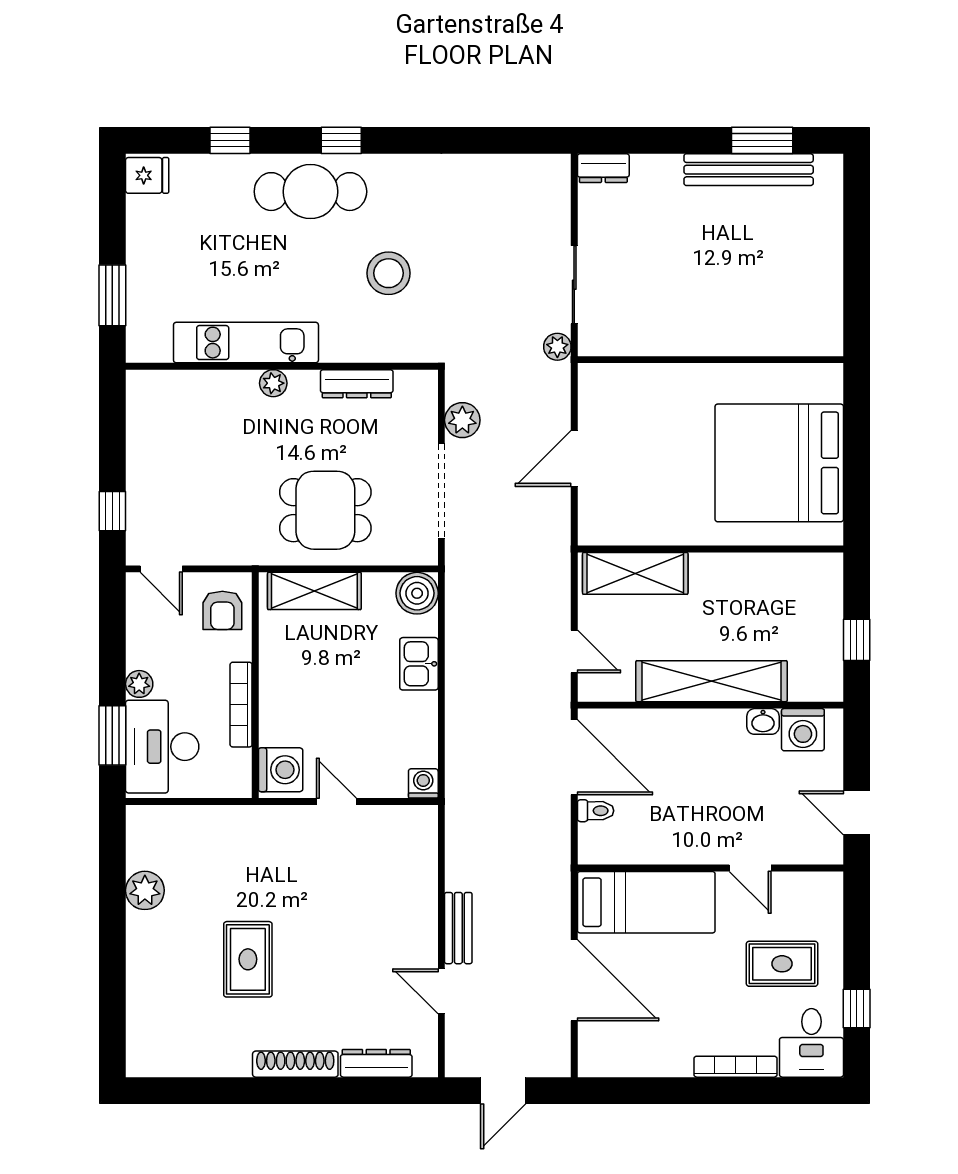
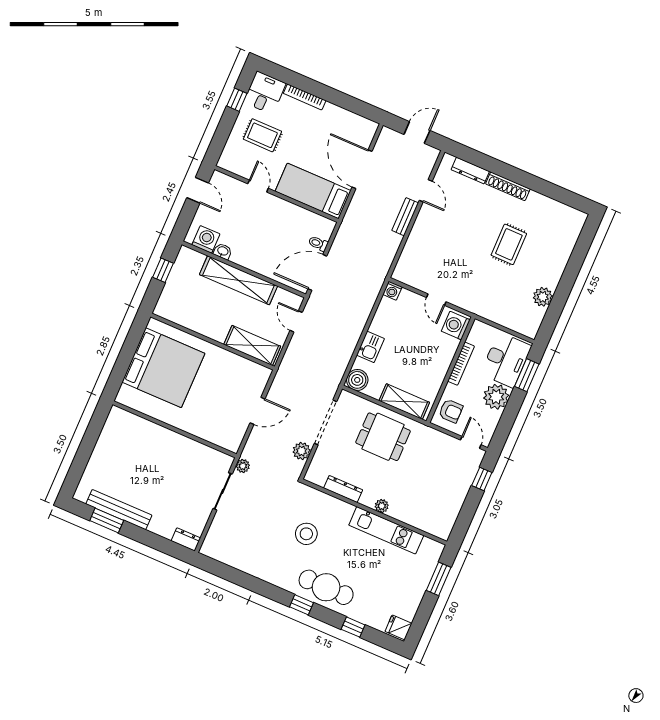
armchair: (222, 610) -> (451, 411), turned 90
plant: (139, 684) -> (496, 397), width x1.87, depth x1.87
door: (574, 757) -> (317, 272), hinge flipped

